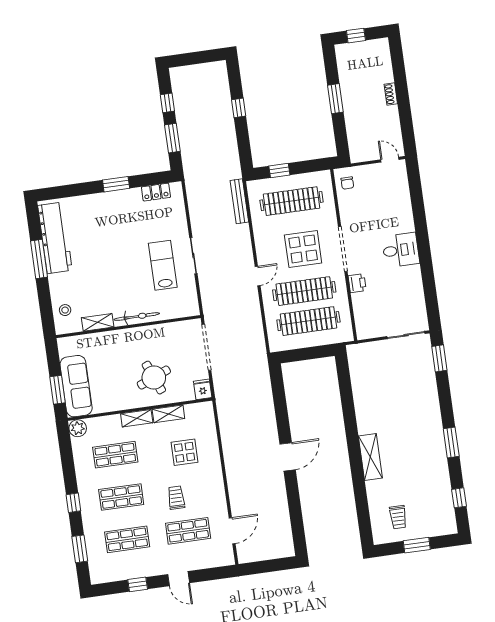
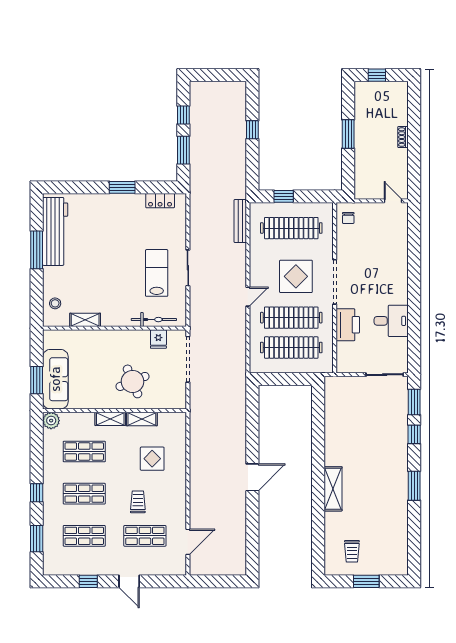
desk: (401, 250) -> (391, 321), moved
printer: (357, 283) -> (348, 325), width x1.87, depth x1.48
bicycle: (137, 317) -> (154, 320), moved
fridge: (203, 389) -> (158, 339), moved, turned 180
window: (459, 498) -> (414, 434), moved

